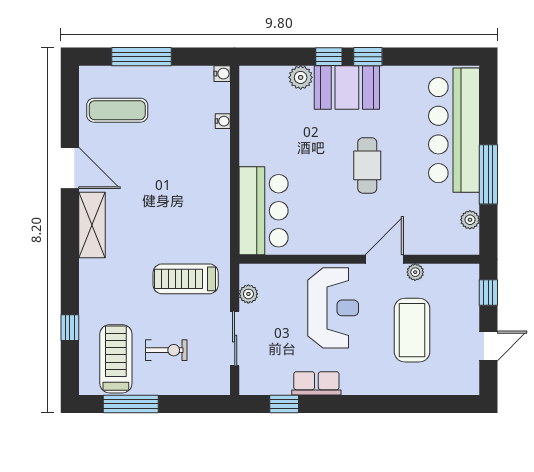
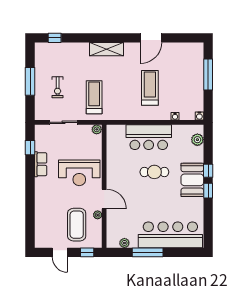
plant: (301, 77) -> (197, 140), moved
exercise mat: (117, 110) -> (181, 62), removed
cafe table: (367, 165) -> (154, 172), moved
bar counter: (264, 211) -> (149, 137), moved
shelving: (92, 225) -> (107, 49), moved
plant: (248, 294) -> (97, 129), moved
window: (70, 328) -> (55, 38), moved
coffee table: (412, 330) -> (77, 225), moved, turned 90
treadmill: (116, 359) -> (150, 88), moved, turned -90
window: (131, 404) -> (30, 81), moved

